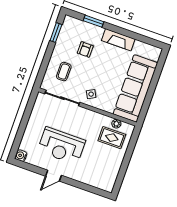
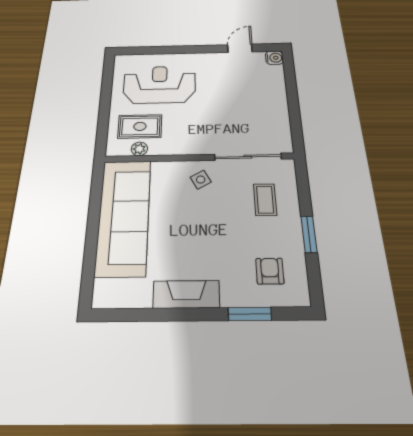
window: (56, 33) -> (309, 234), moved
armchair: (85, 49) -> (270, 271), moved
reception desk: (61, 146) -> (159, 85), moved
door: (53, 176) -> (240, 48), moved

